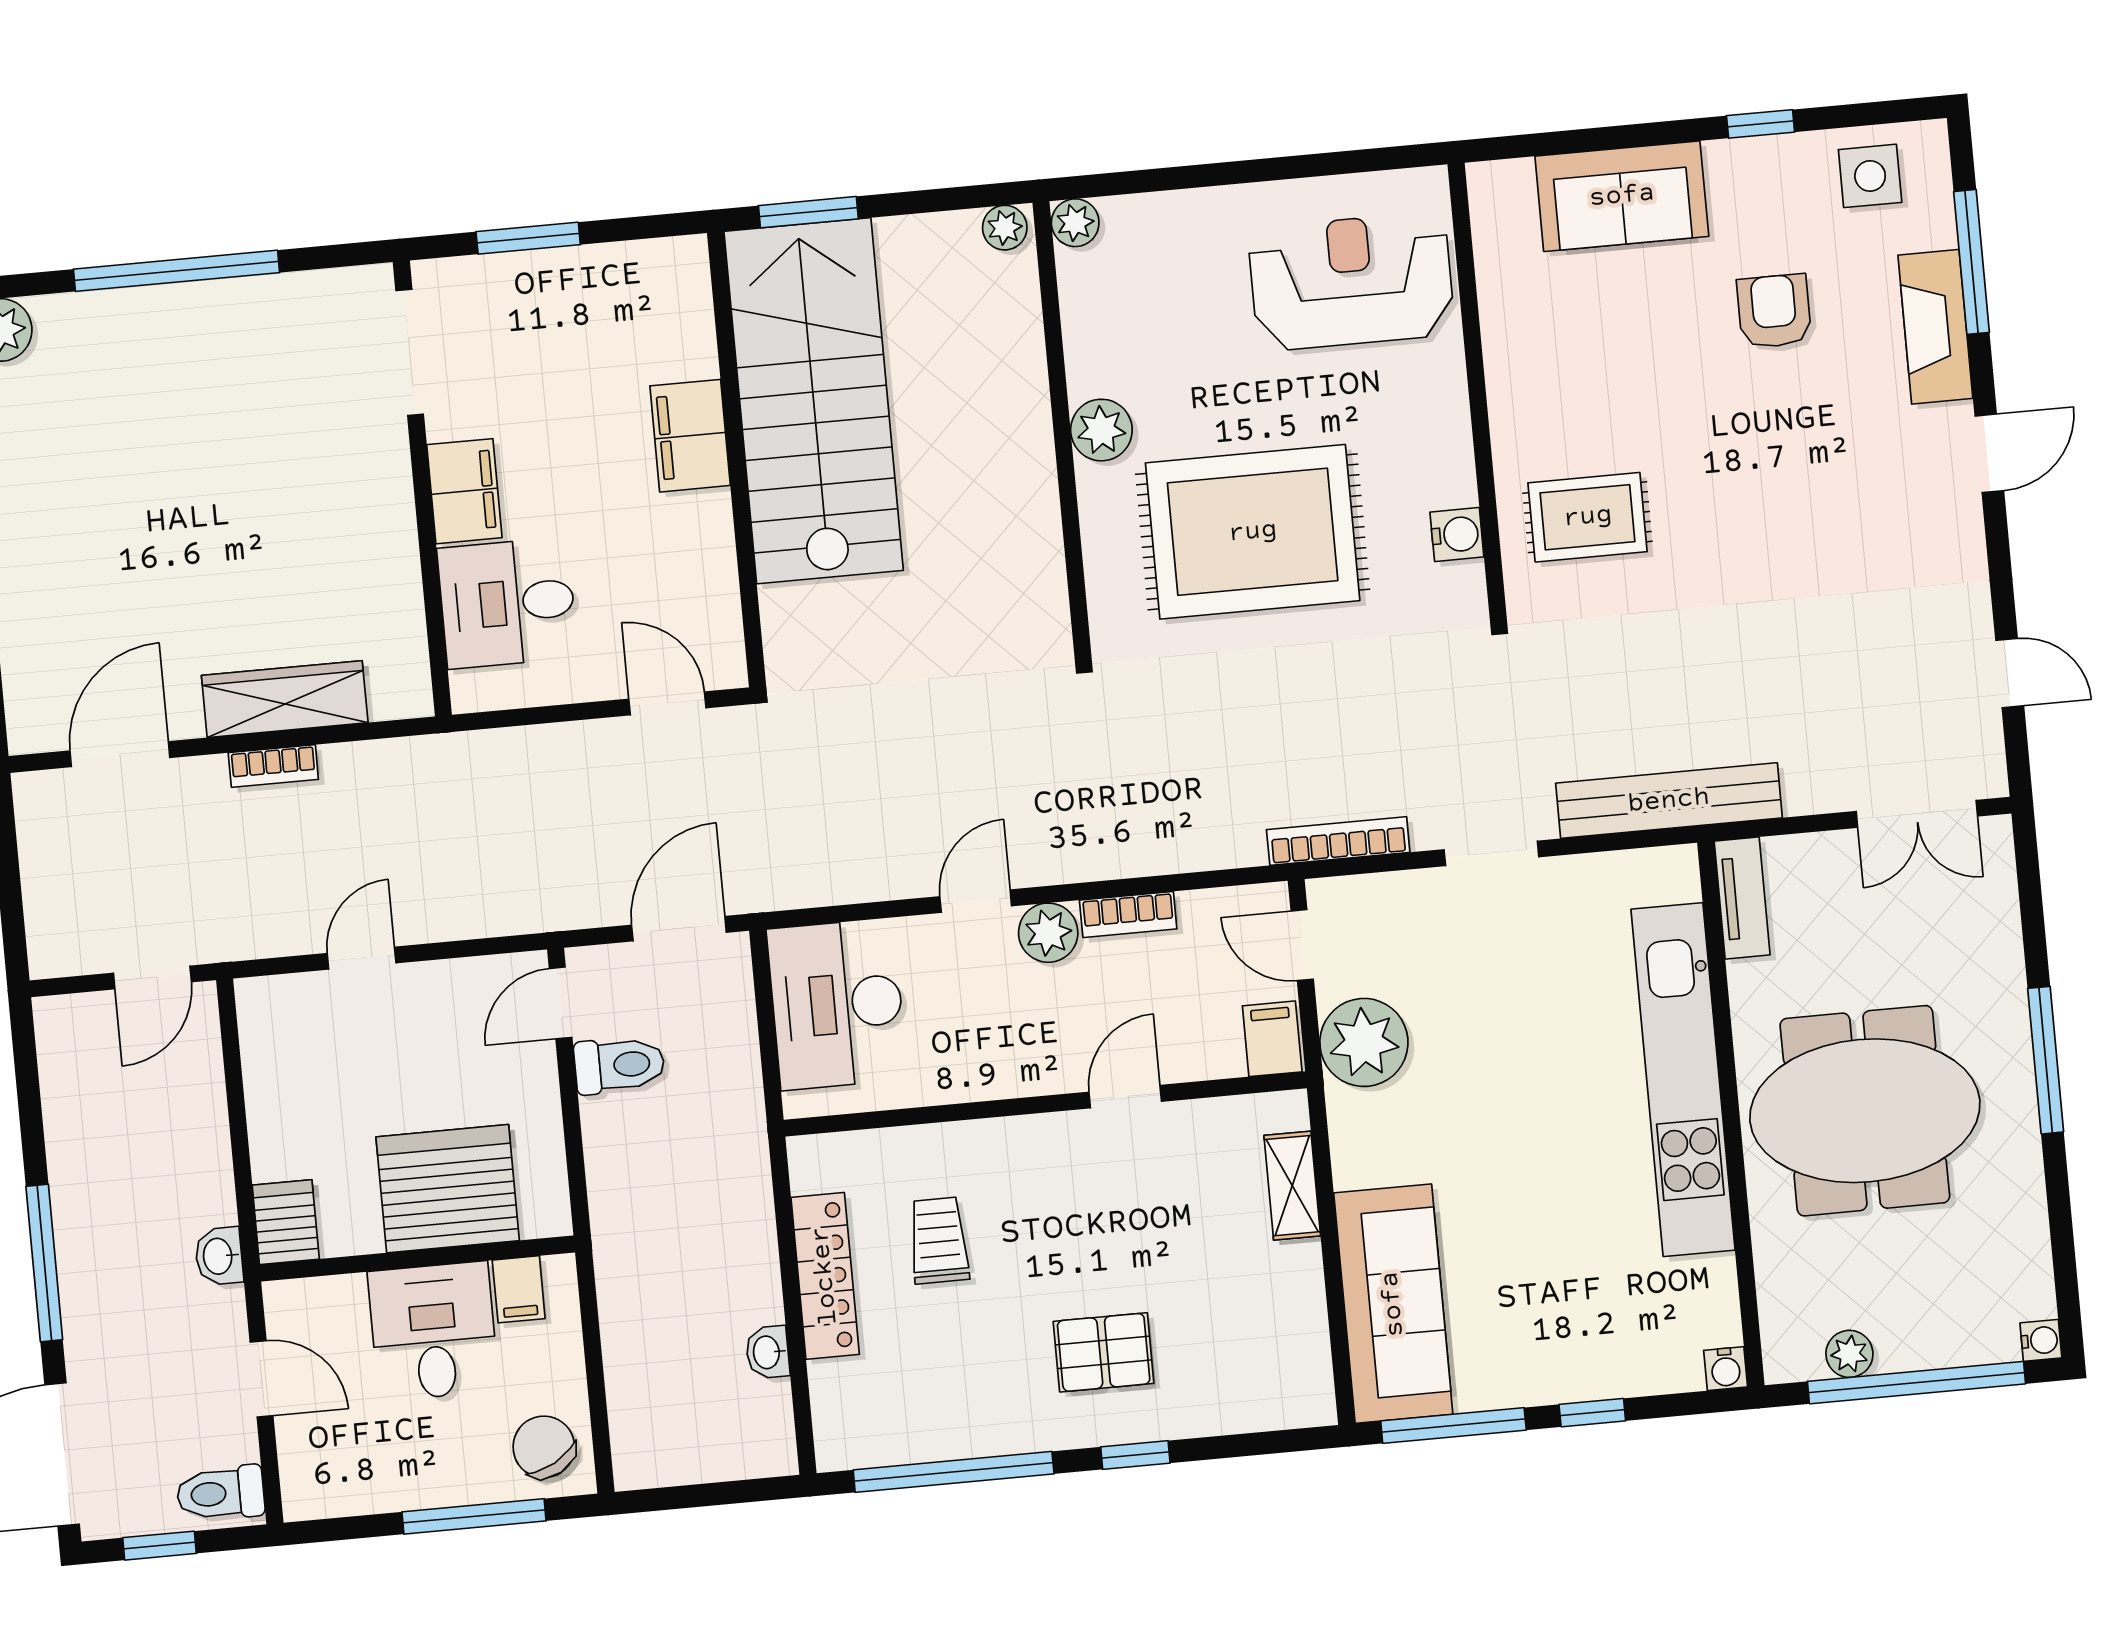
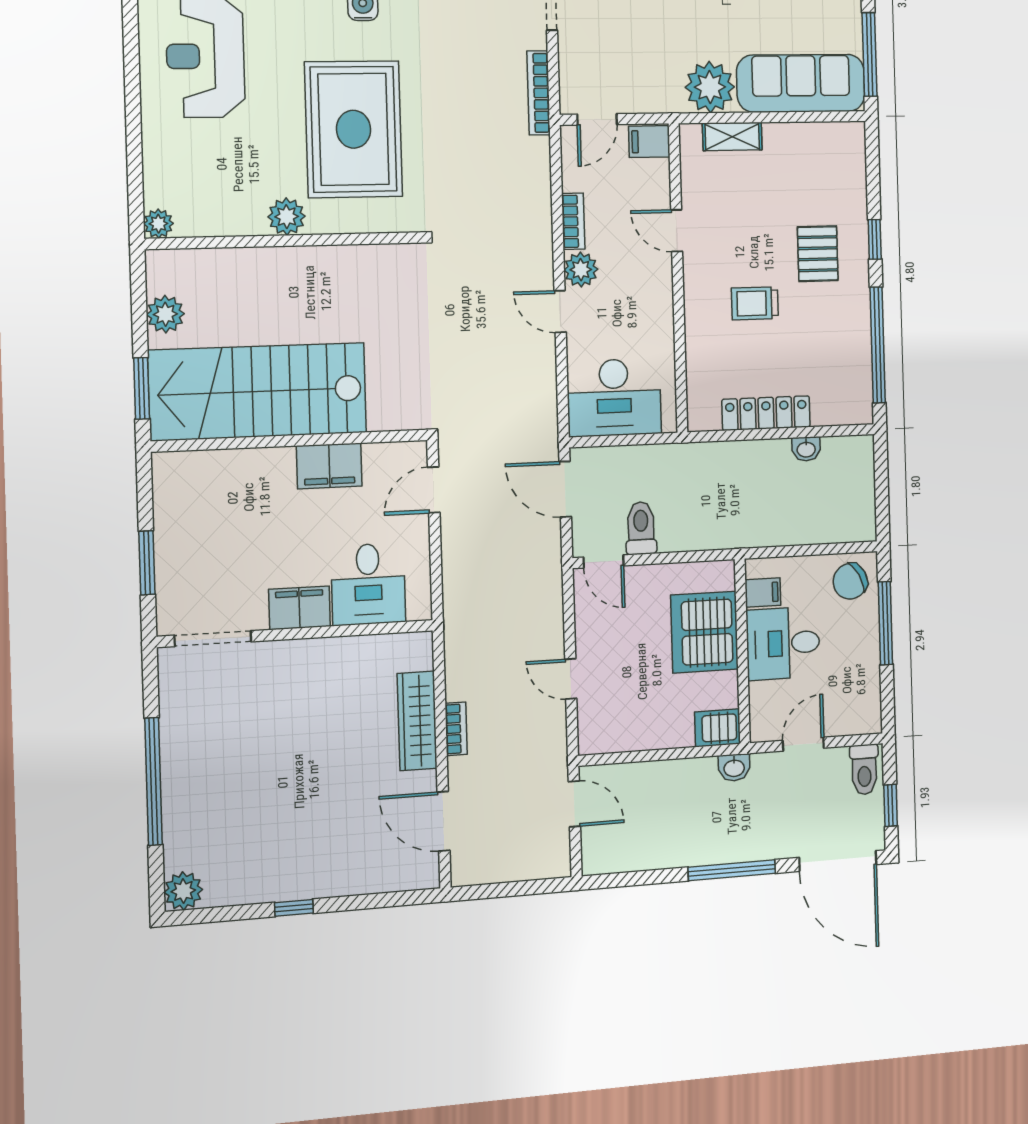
plant: (1005, 228) -> (165, 314), moved, width x1.38, depth x1.38
filing cabinet: (690, 436) -> (329, 466), moved
plant: (1364, 1042) -> (710, 87), moved
trolley: (939, 1240) -> (755, 303), moved

